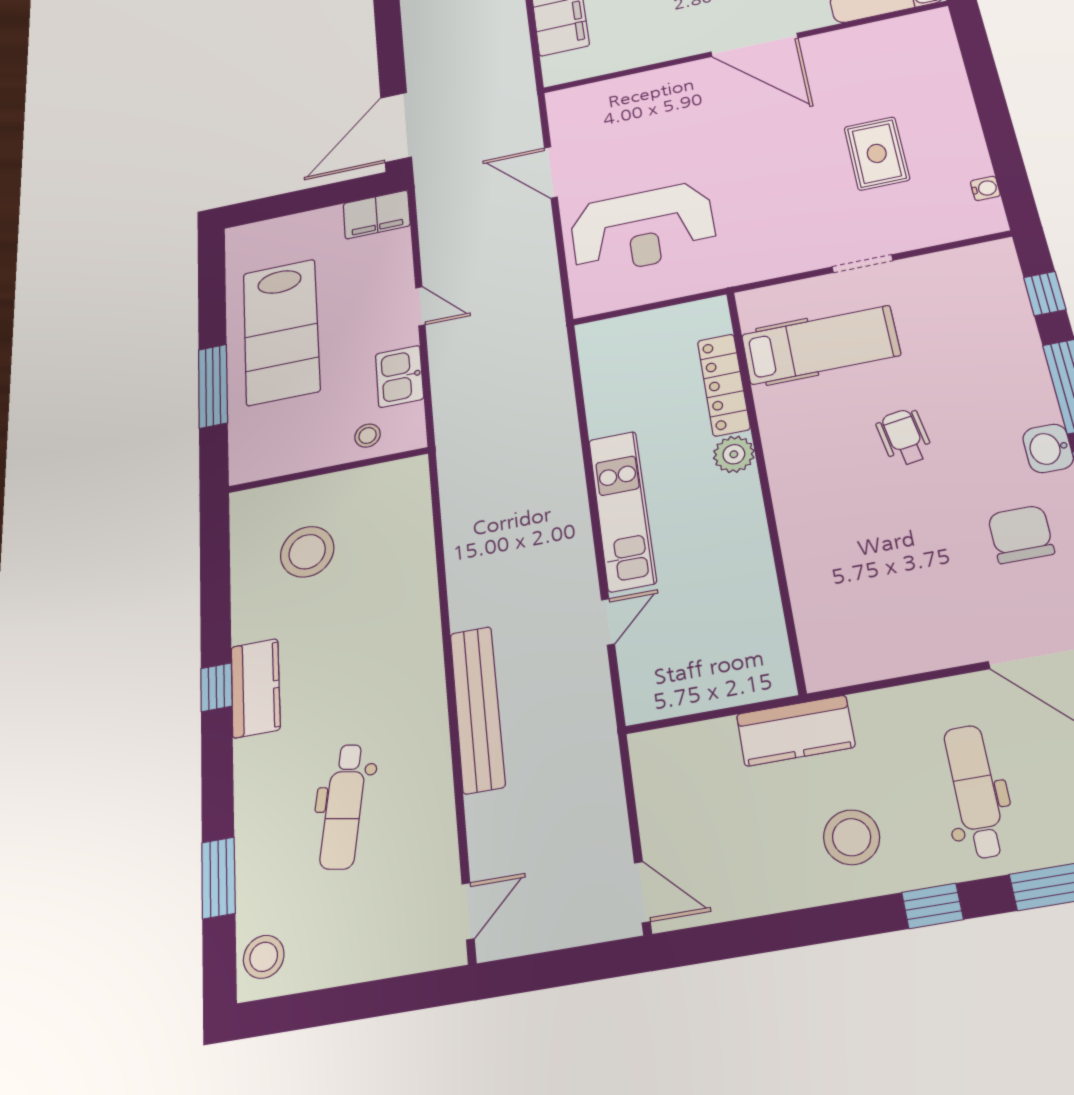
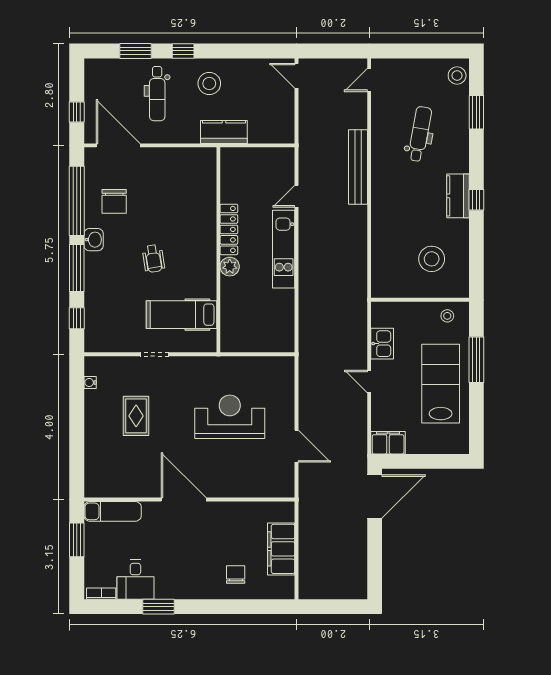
reception desk: (642, 229) -> (230, 417), moved
locker: (724, 385) -> (229, 229), moved
stool: (368, 436) -> (447, 316), moved

